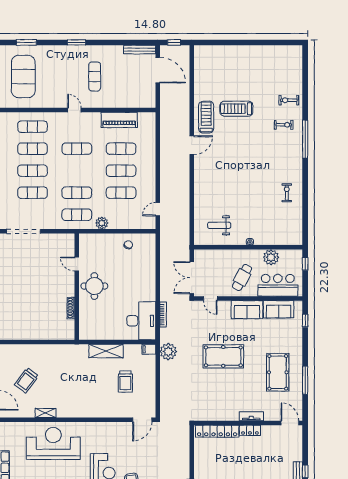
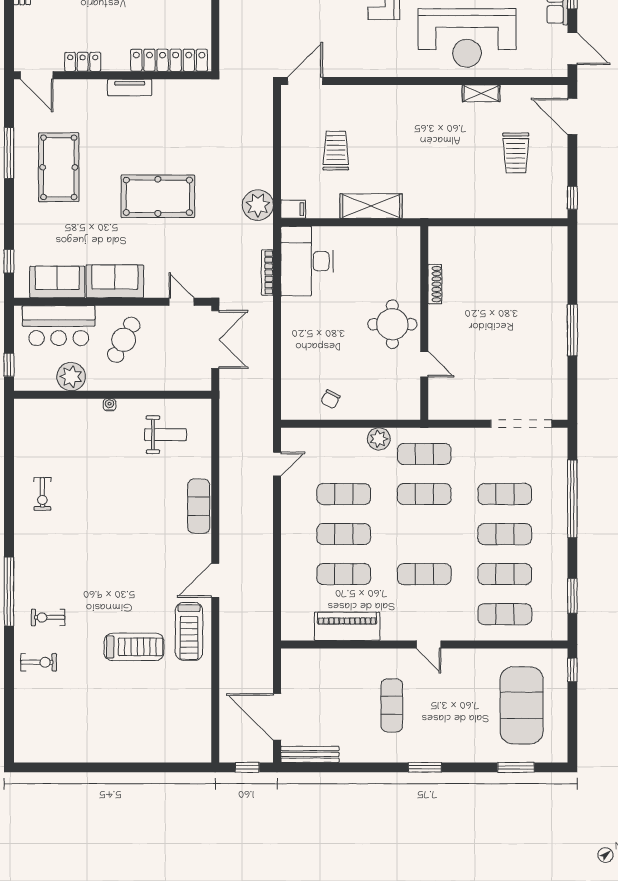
exercise mat: (201, 186) -> (199, 506), added
trolley: (27, 380) -> (516, 153), turned 143
tv unit: (251, 416) -> (130, 87), moved
locker: (250, 430) -> (83, 62), moved

